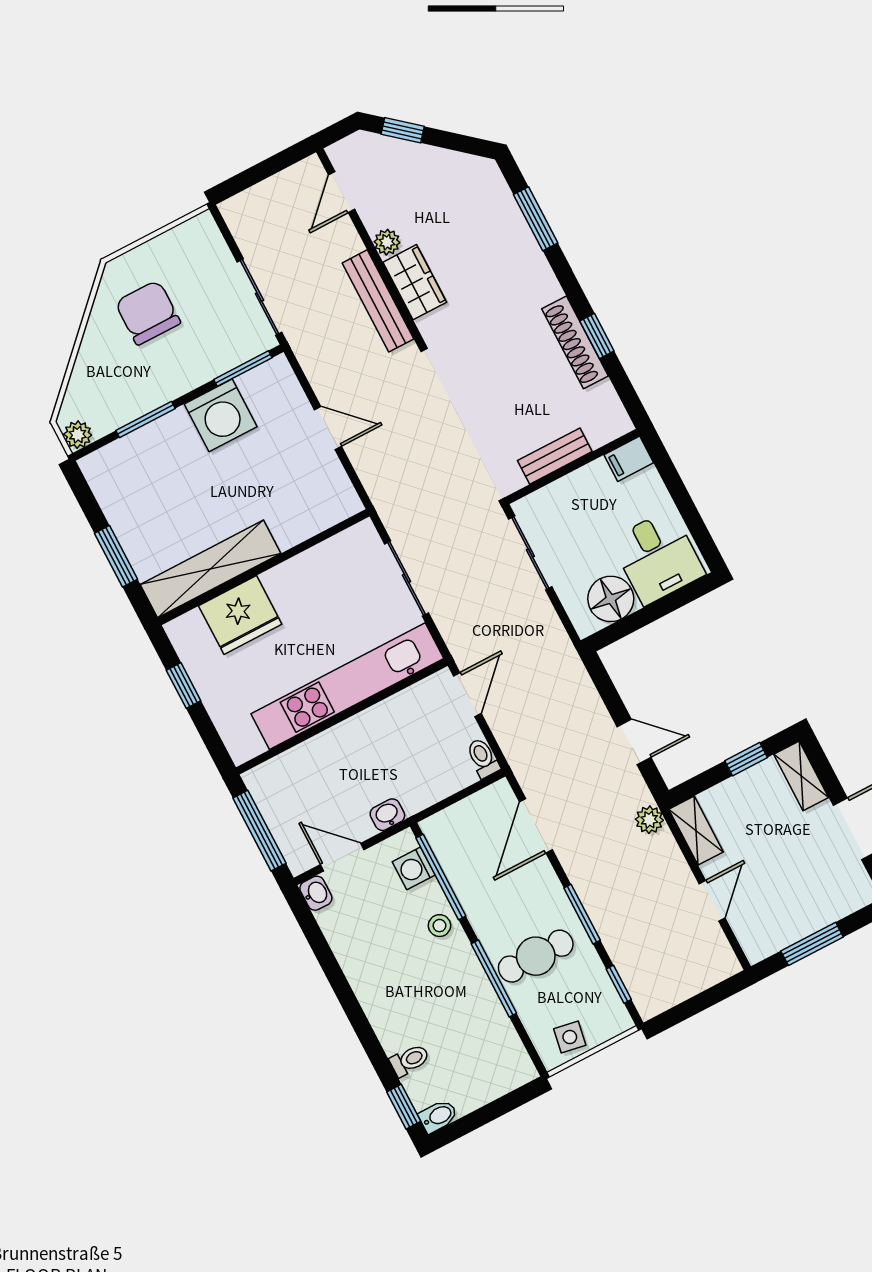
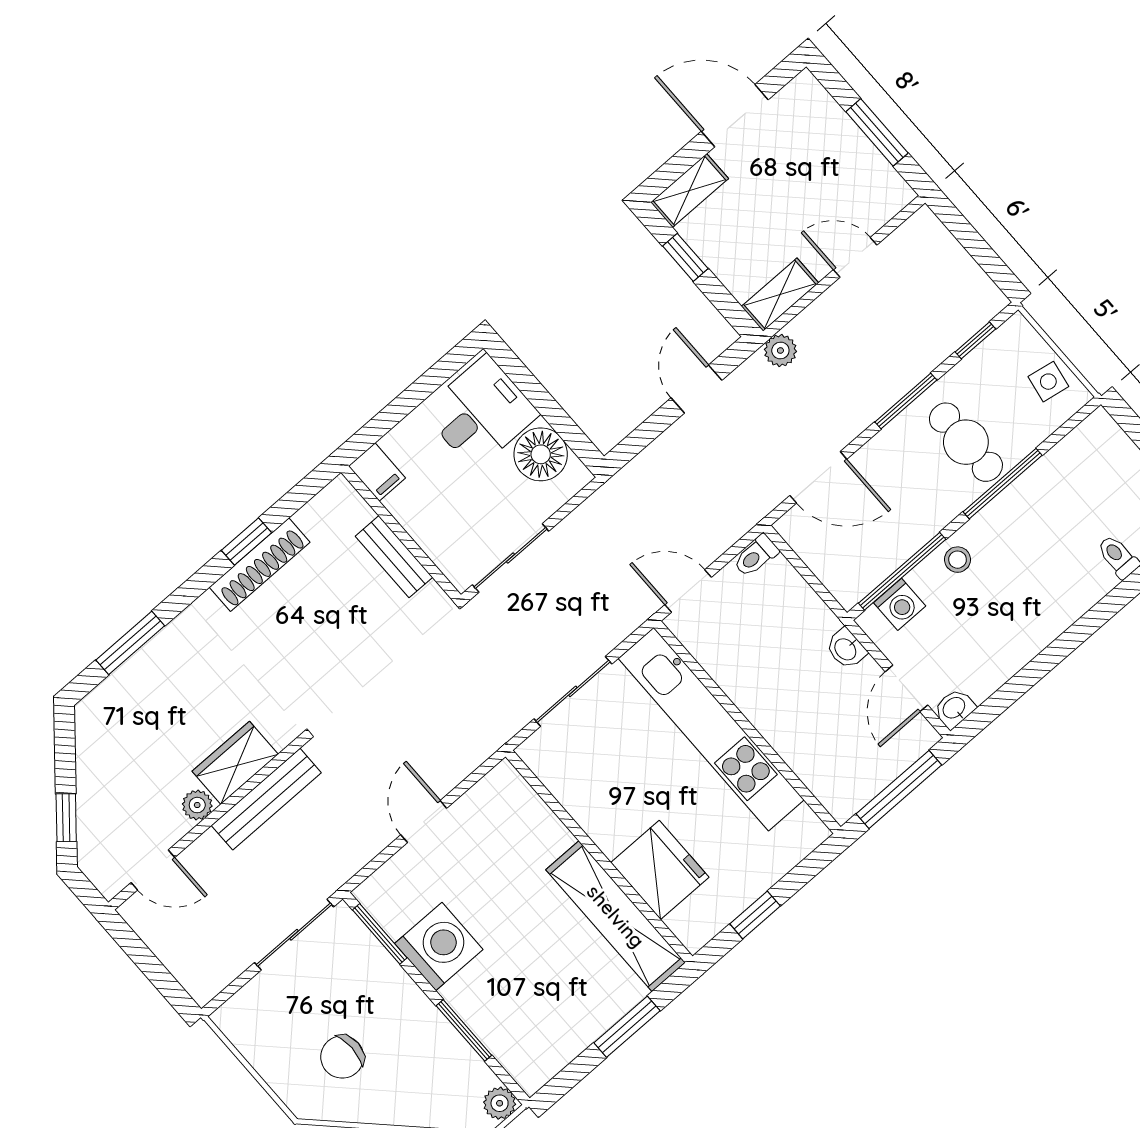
chair: (148, 313) -> (342, 1057), width x0.73, depth x0.73

